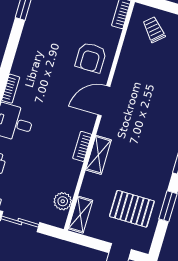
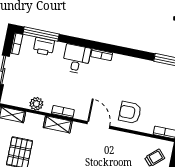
plant: (63, 201) -> (36, 104), moved

